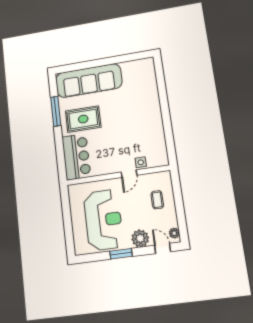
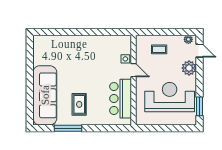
rug: (83, 119) -> (79, 104), width x0.73, depth x0.70
bar counter: (76, 157) -> (121, 99), moved, turned -90
door: (163, 248) -> (200, 51), swing flipped
window: (121, 254) -> (200, 106), moved

